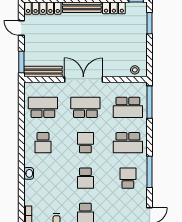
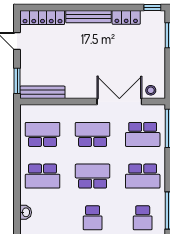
double door: (83, 79) -> (119, 101), moved
school desk: (43, 143) -> (43, 176), width x1.85
school desk: (85, 143) -> (93, 176), width x1.85
school desk: (128, 178) -> (143, 218), turned 180

